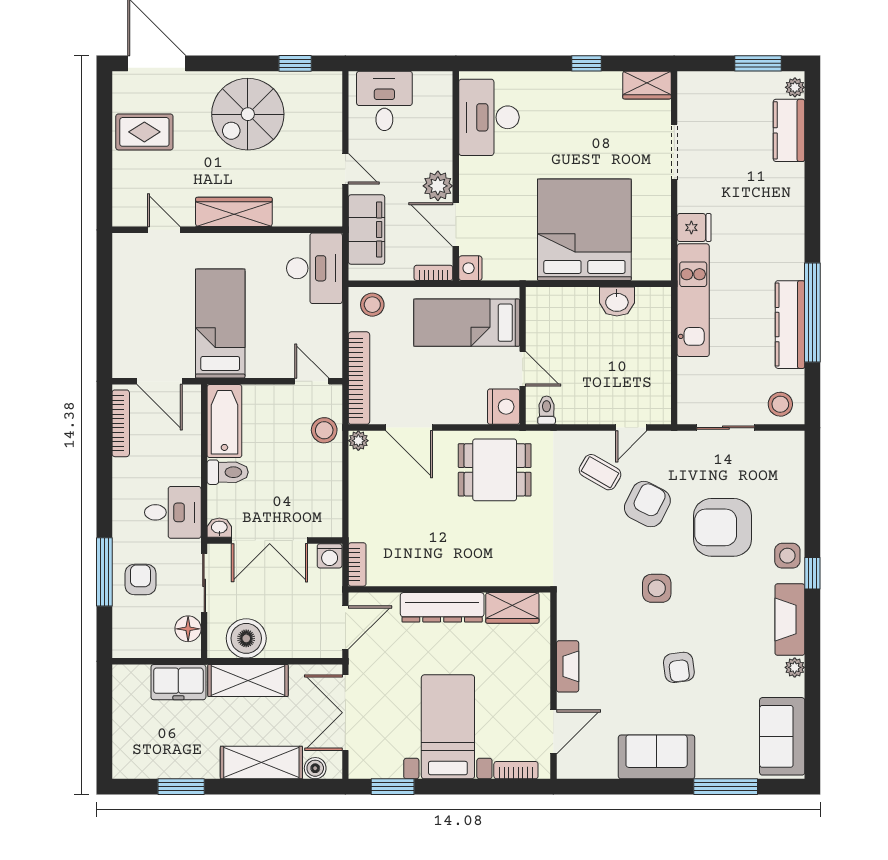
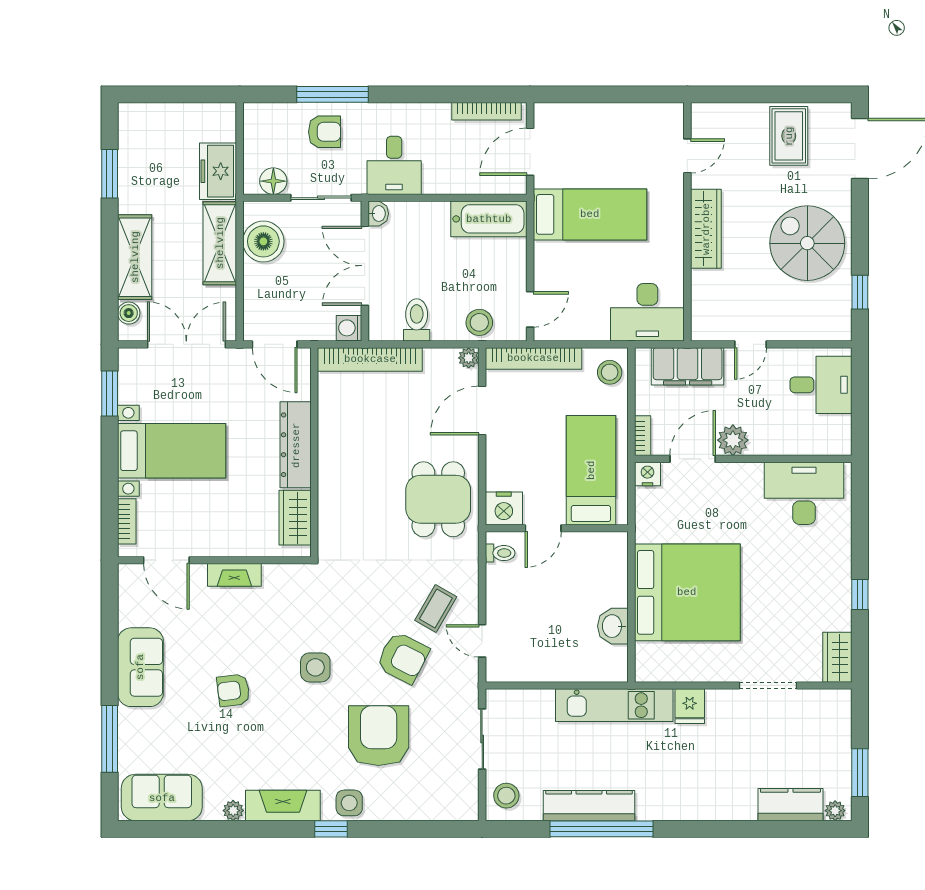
toilet: (228, 472) -> (417, 320), moved, turned 180
bookcase: (357, 564) -> (370, 359), width x2.31, depth x1.31

